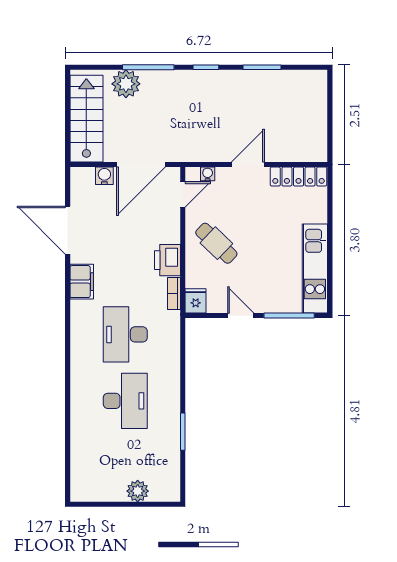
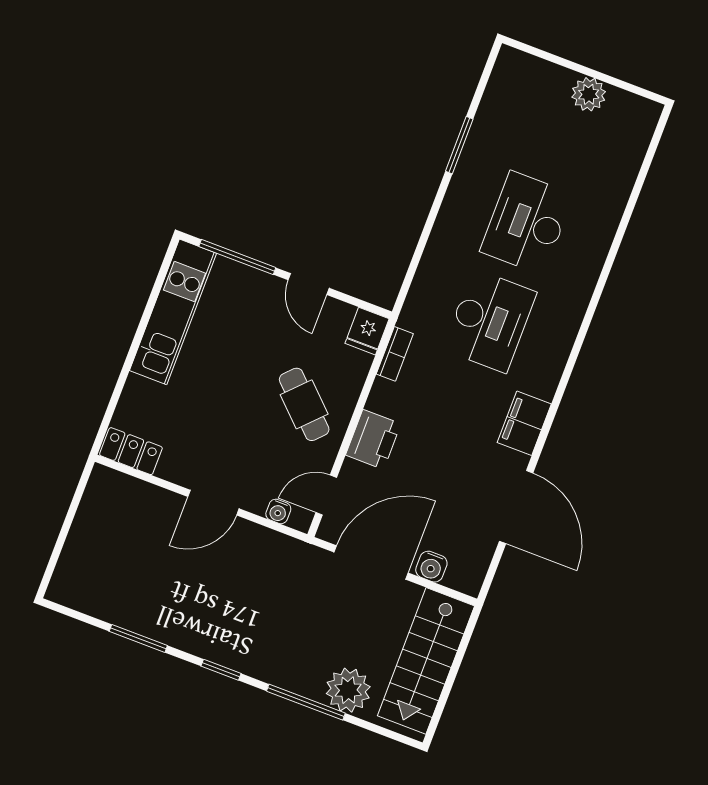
locker: (298, 177) -> (131, 451), width x0.66
printer: (168, 260) -> (373, 439), moved
plant: (138, 491) -> (589, 94), moved

